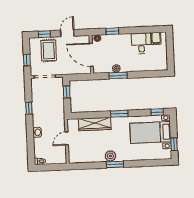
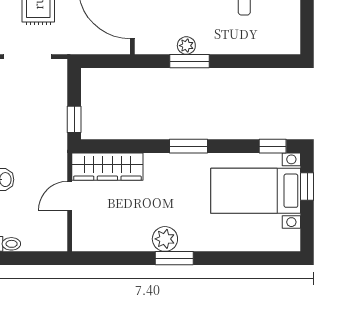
window: (67, 92) -> (74, 119), moved
wardrobe: (95, 124) -> (107, 167), moved
window: (174, 144) -> (307, 187), moved

